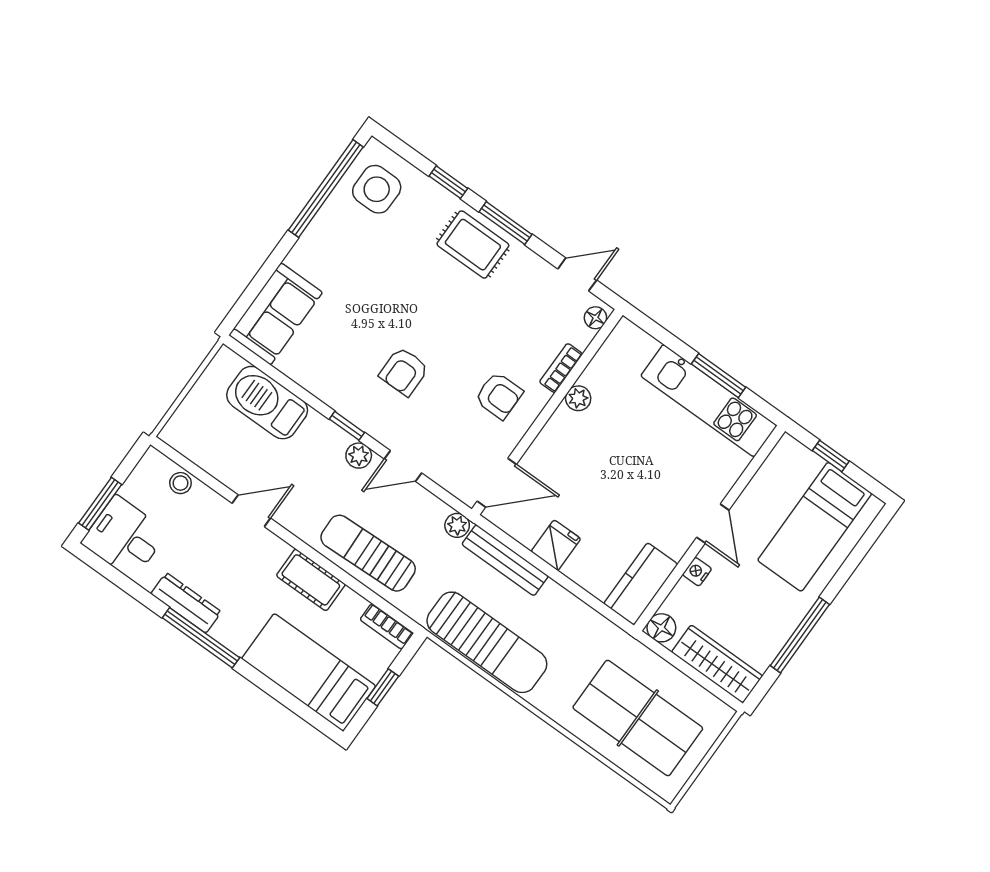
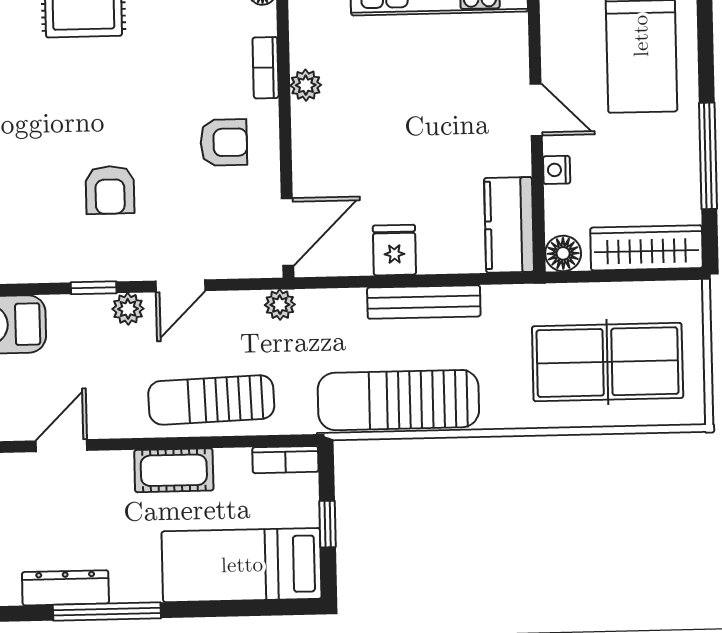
bench: (505, 560) -> (424, 302), moved
sun lounger: (487, 642) -> (398, 400), turned 180

